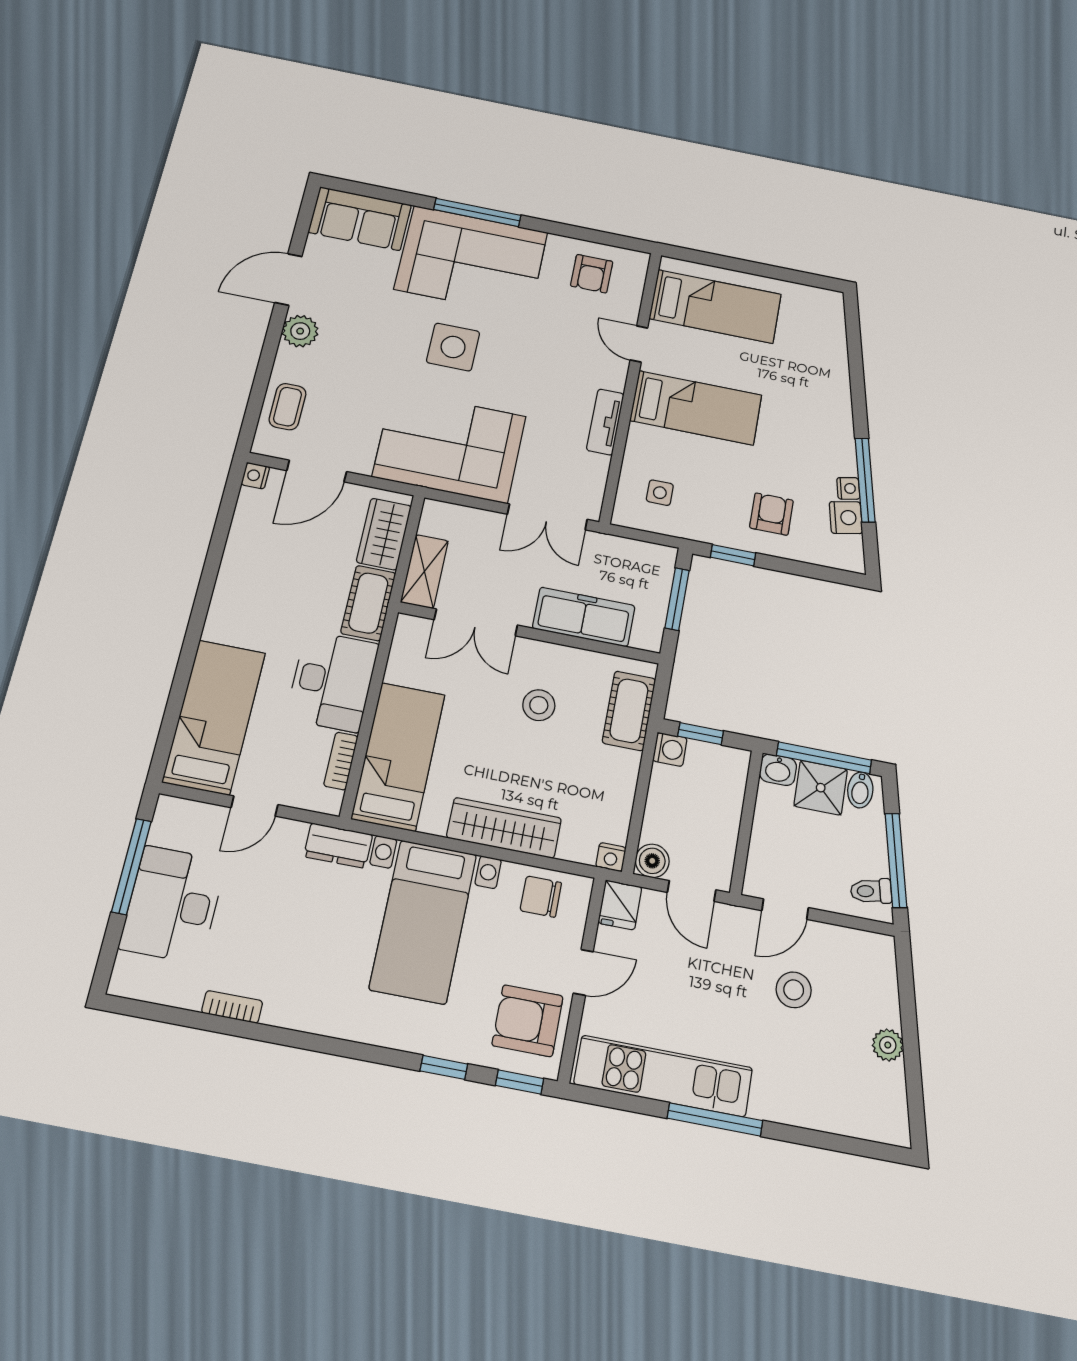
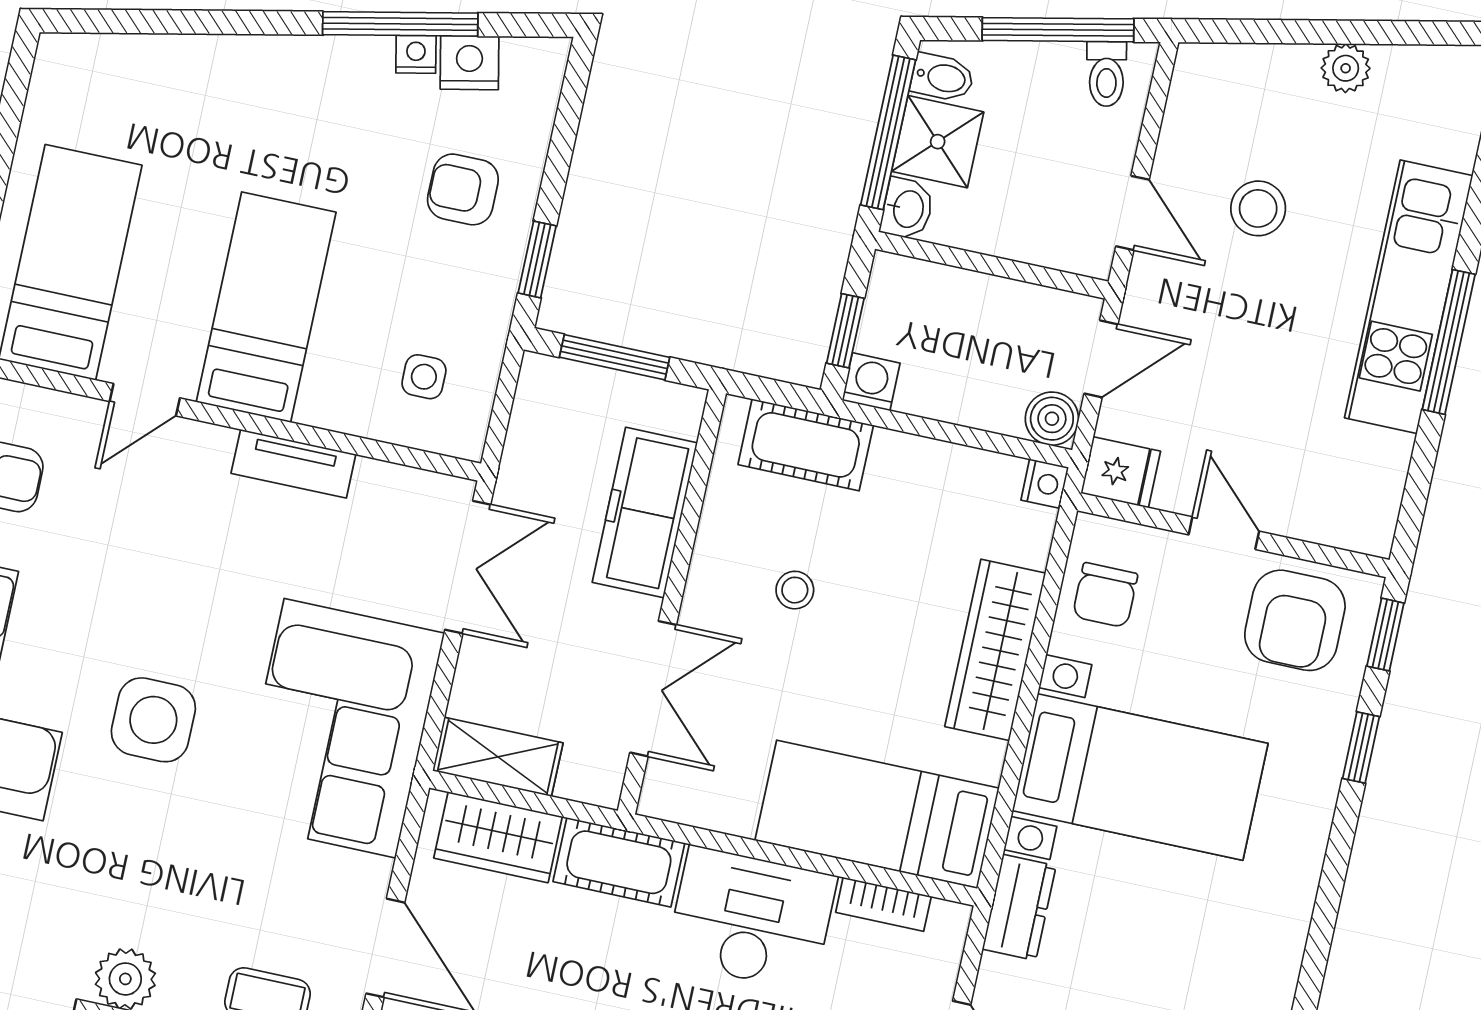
shelving: (424, 571) -> (498, 757), moved
stool: (539, 705) -> (795, 590), width x0.73, depth x0.73
kitchen unit: (663, 1076) -> (1409, 297), moved

